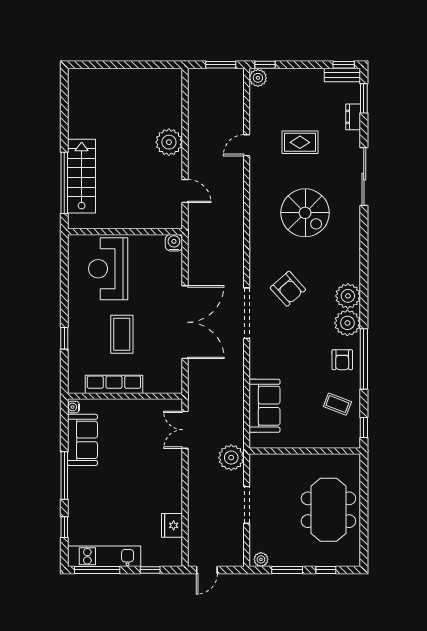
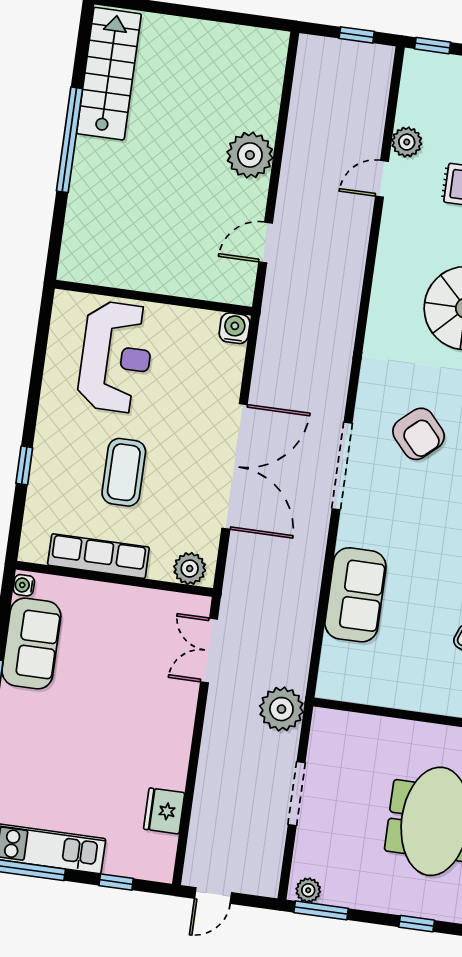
window: (221, 65) -> (357, 35), width x0.67
plant: (258, 78) -> (407, 142), moved
stairs: (82, 176) -> (109, 74), moved
window: (64, 183) -> (69, 140), moved
door: (185, 191) -> (266, 242), swing flipped
reception desk: (108, 269) -> (116, 357), turned 180
plant: (167, 384) -> (190, 569), added
sofa: (265, 406) -> (355, 595), moved
window: (287, 570) -> (321, 910), moved

